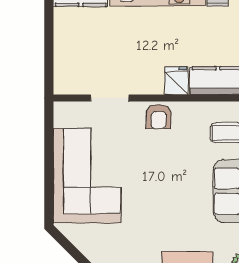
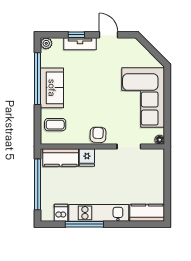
floor lamp: (61, 109) -> (160, 140), added

